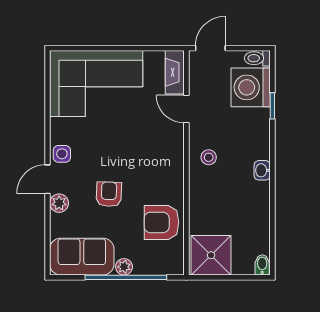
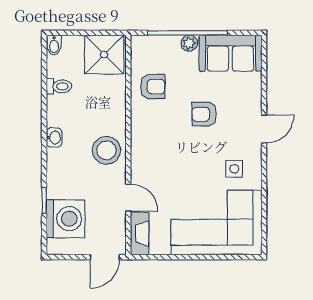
toilet: (257, 58) -> (59, 86), moved
side table: (62, 154) -> (234, 169), moved
stool: (209, 157) -> (106, 150), width x1.89, depth x1.89
armchair: (109, 194) -> (204, 114), turned 88
plant: (59, 203) -> (253, 105), removed
armchair: (161, 222) -> (153, 87), width x0.72, depth x0.72

